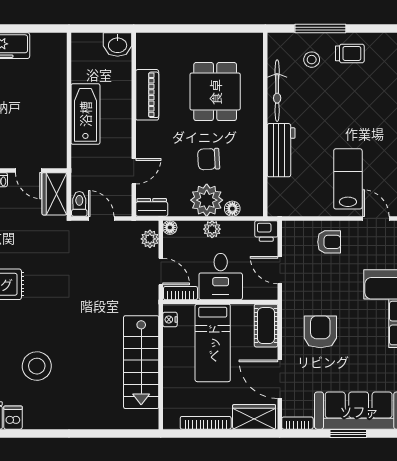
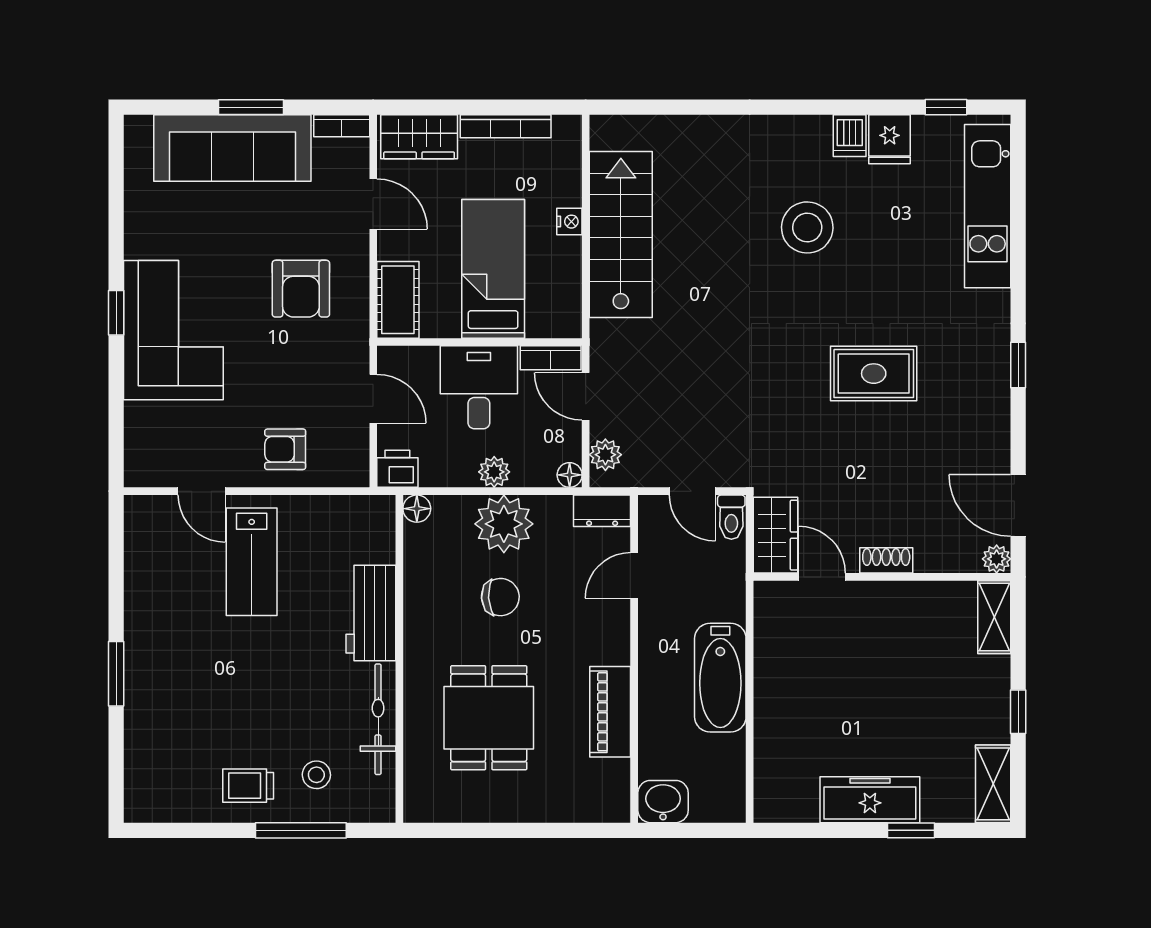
floor lamp: (232, 209) -> (417, 509), moved
nightstand: (170, 319) -> (569, 222), moved
door: (280, 379) -> (373, 204), width x0.73

